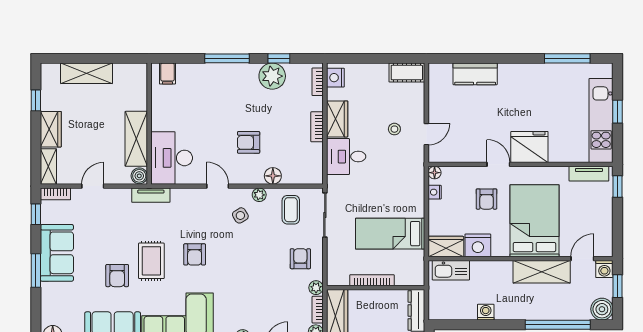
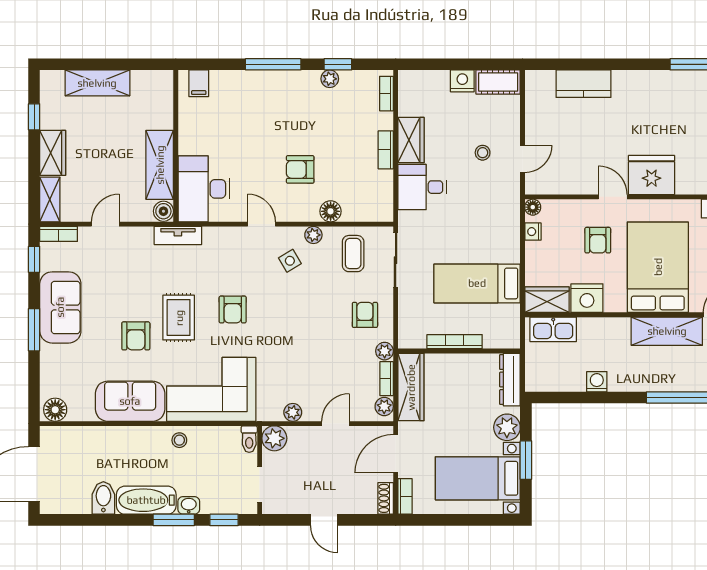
plant: (272, 76) -> (330, 79), width x0.53, depth x0.53
nightstand: (335, 78) -> (462, 81), moved, turned 90

